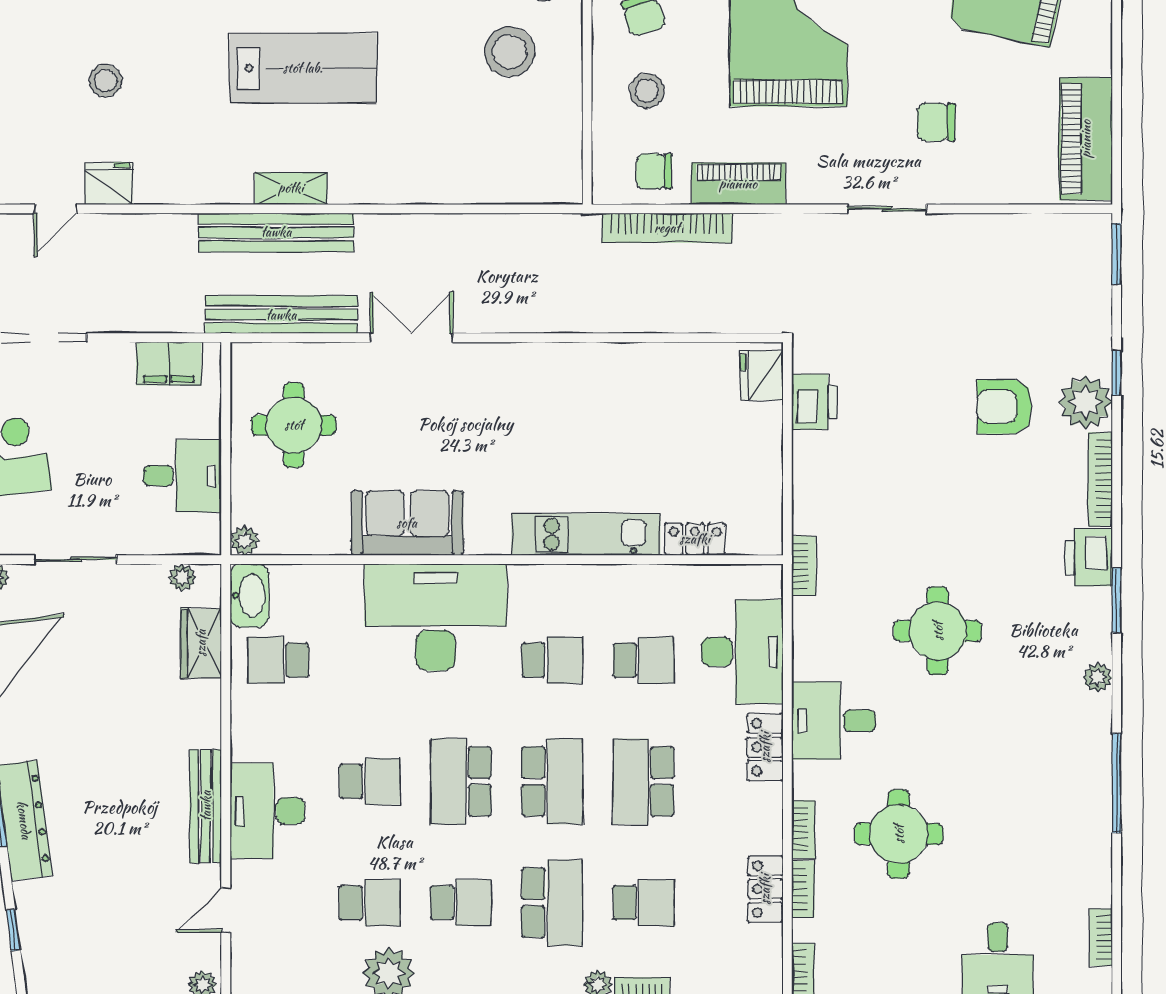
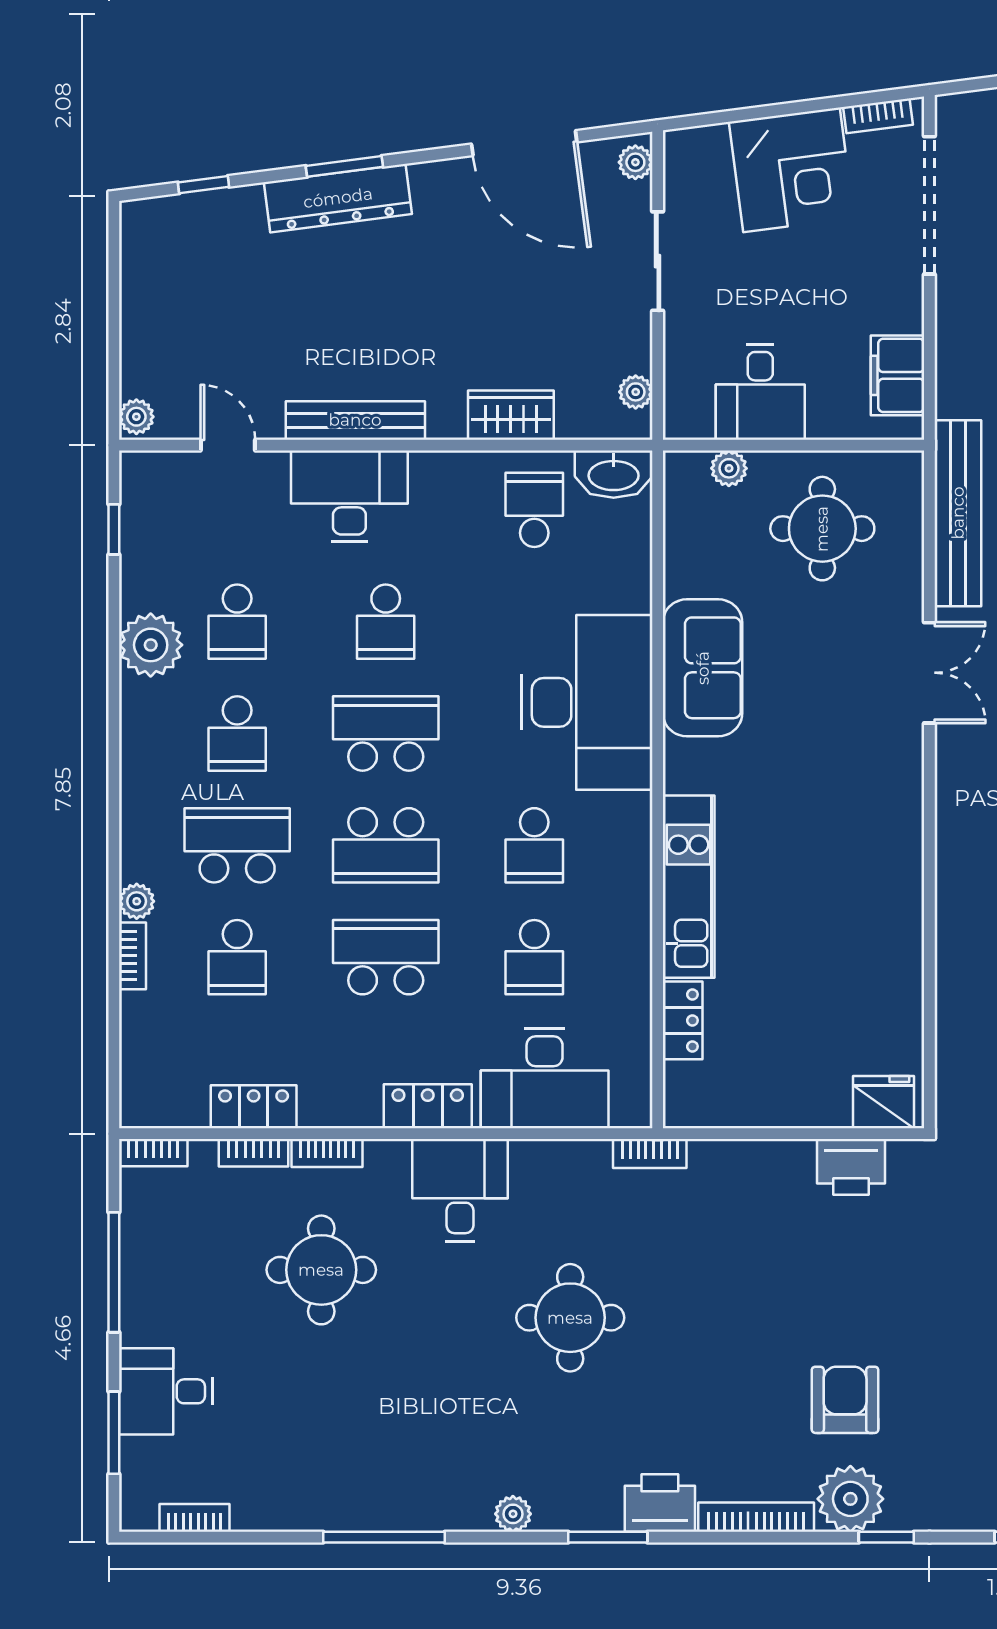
plant: (245, 541) -> (729, 468), moved
wardrobe: (201, 643) -> (511, 415), moved
school desk: (552, 903) -> (237, 845), turned 180

